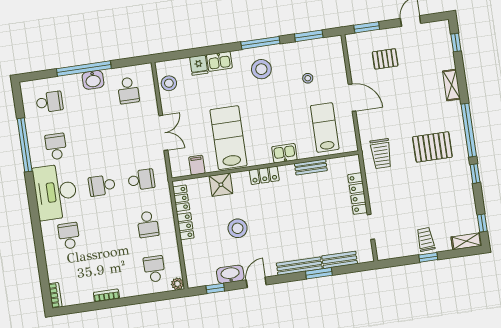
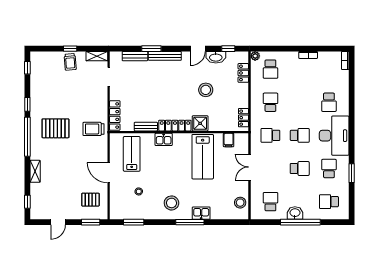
window: (260, 43) -> (190, 222), moved
pallet: (385, 59) -> (90, 200), moved
fridge: (199, 65) -> (217, 213), removed
lab bench: (325, 127) -> (132, 154), turned 180
school desk: (95, 141) -> (300, 168), added
window: (25, 145) -> (352, 173), width x0.47
school desk: (56, 147) -> (329, 168), turned 180
trolley: (381, 154) -> (93, 129), turned -90
locker: (264, 175) -> (175, 126), width x1.53
shower: (221, 185) -> (200, 123), moved
locker: (357, 194) -> (115, 116), moved
locker: (185, 226) -> (243, 73), moved
shelving: (466, 241) -> (97, 56), moved

